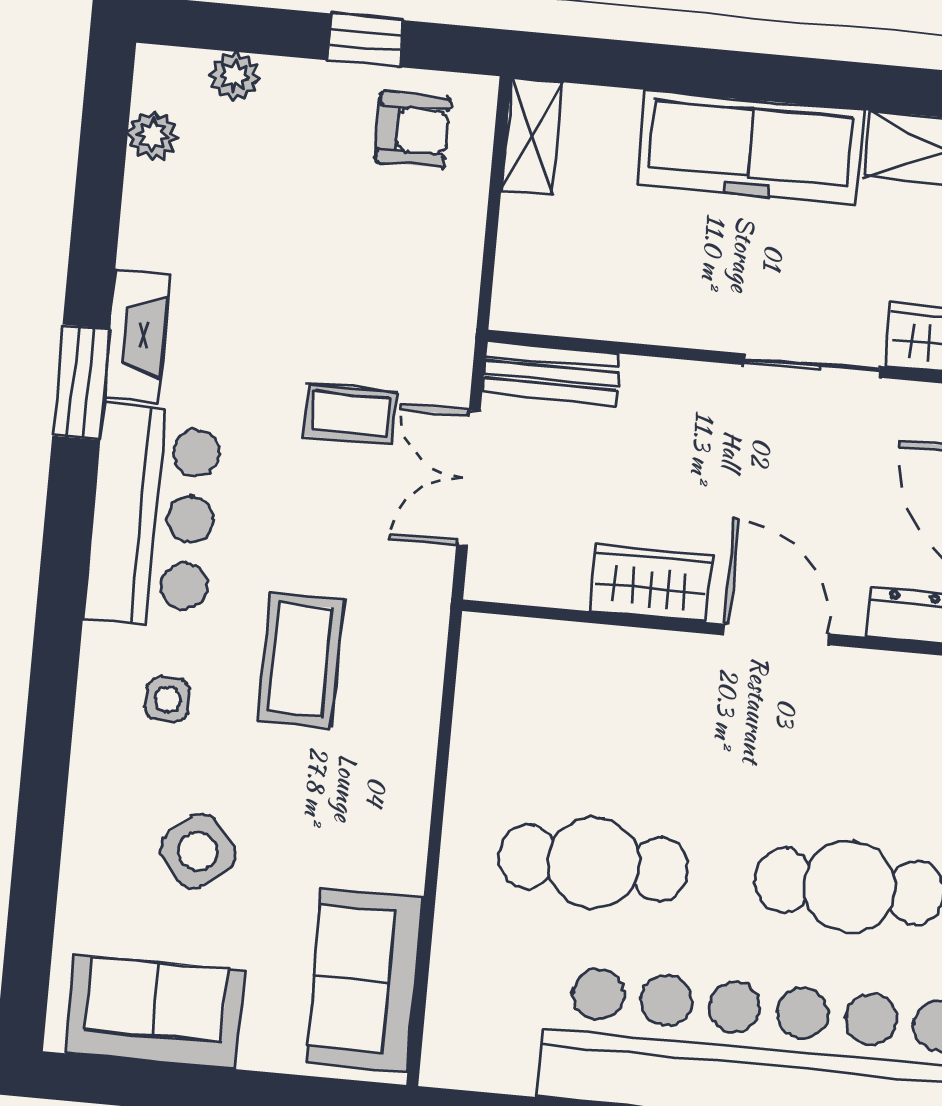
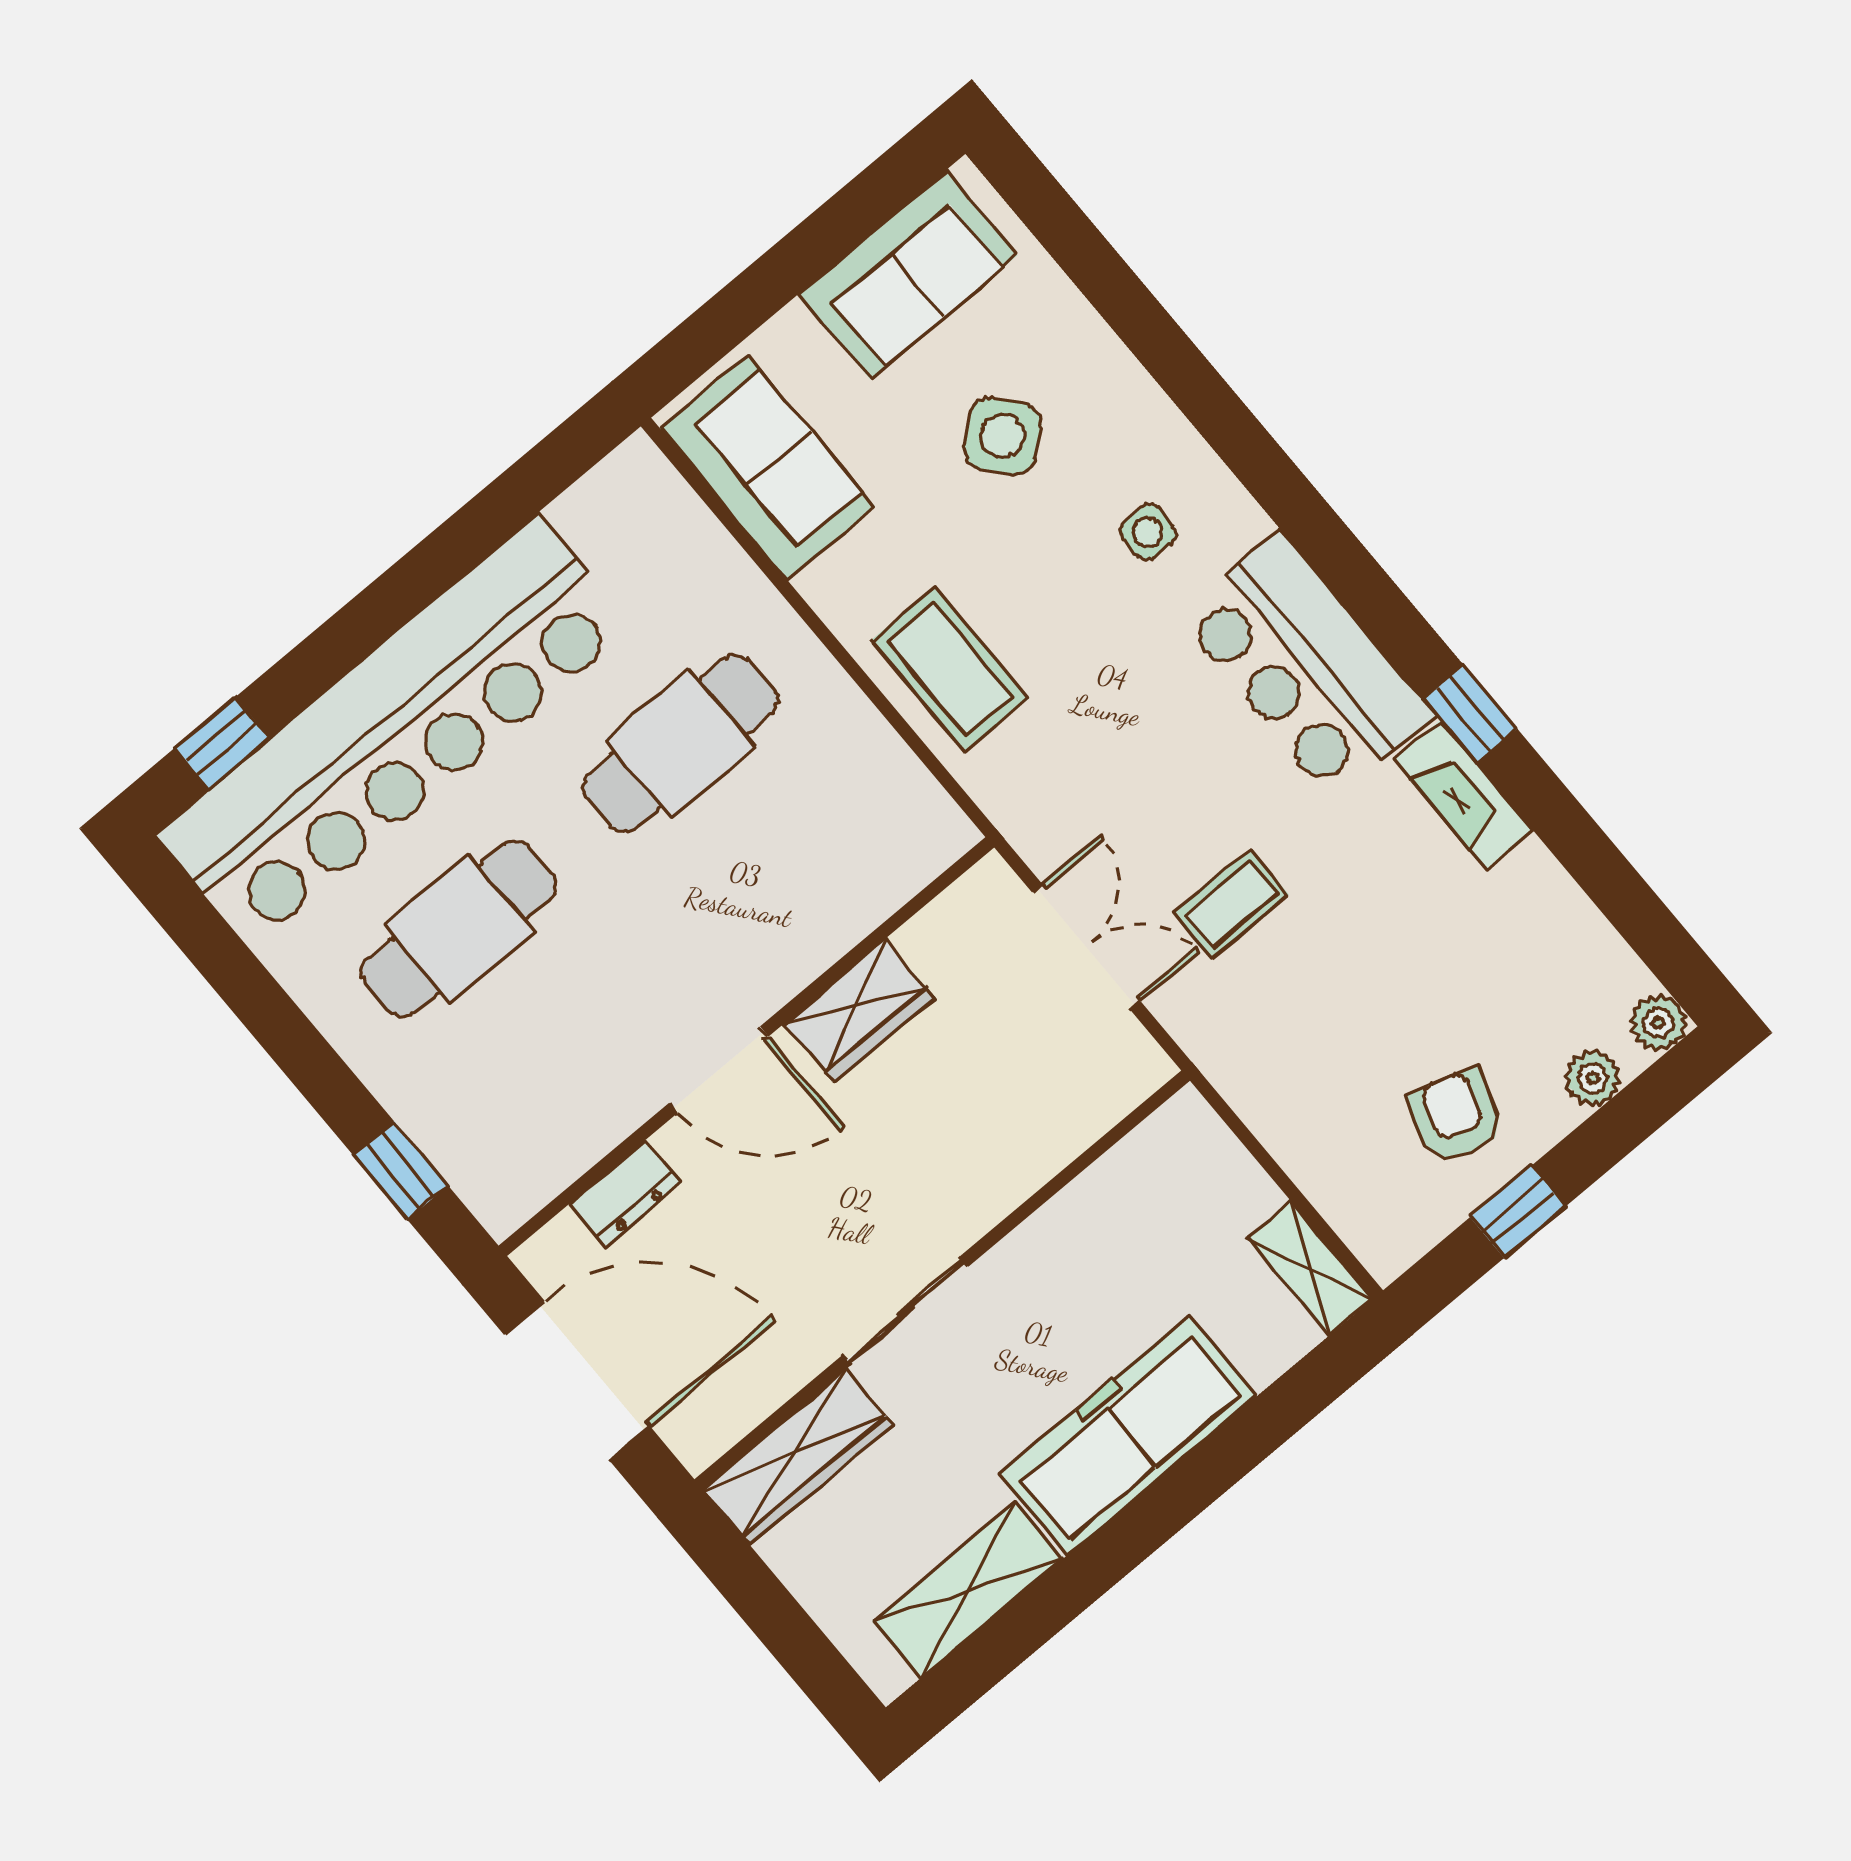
armchair: (413, 130) -> (1456, 1116), moved, turned 108
plant: (152, 135) -> (1658, 1023), moved
bench: (551, 373) -> (1105, 1097), removed
window: (81, 382) -> (1470, 714), width x0.67
coffee table: (301, 660) -> (950, 669), moved

